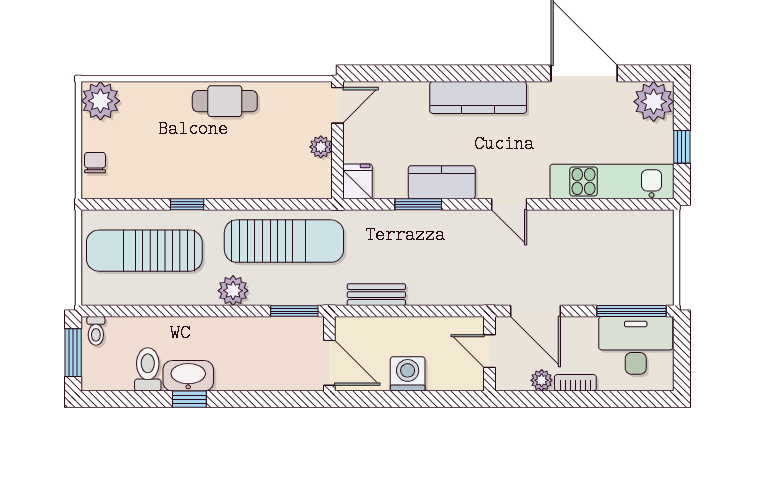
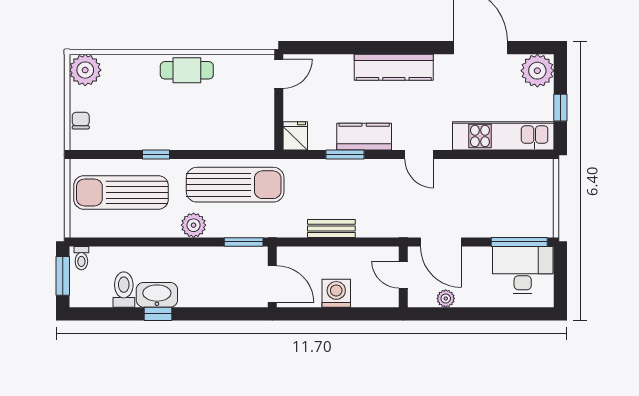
plant: (321, 147) -> (265, 108), removed
bench: (376, 295) -> (331, 228), moved
bookcase: (575, 383) -> (473, 301), removed

